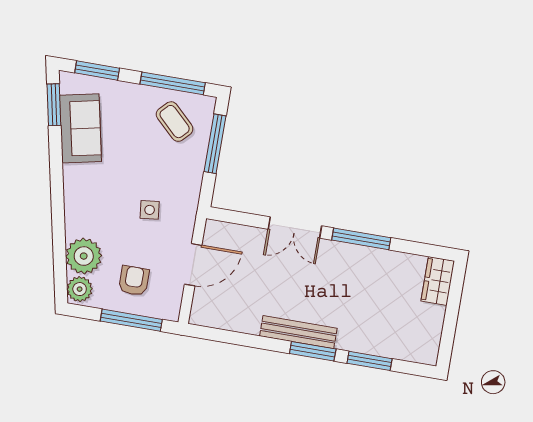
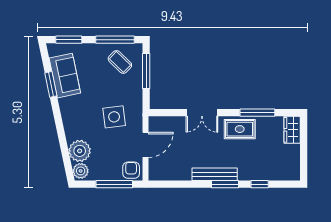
window: (54, 105) -> (51, 84), moved
side table: (150, 210) -> (114, 117), width x1.87, depth x1.87
window: (361, 239) -> (257, 113), moved
rug: (352, 265) -> (240, 129), added
armchair: (134, 281) -> (131, 170), moved
window: (369, 361) -> (260, 184), width x0.67

